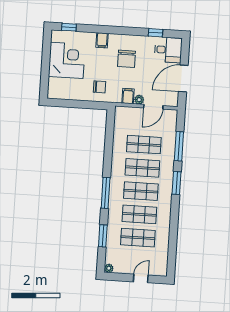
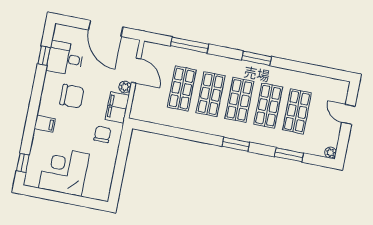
desk: (168, 50) -> (65, 58), moved, turned -90
filing cabinet: (128, 96) -> (117, 107), width x2.00
window: (177, 183) -> (257, 58), moved
window: (106, 193) -> (236, 144), width x0.69

